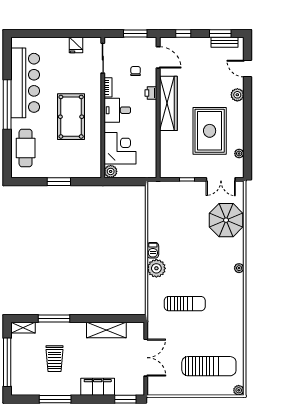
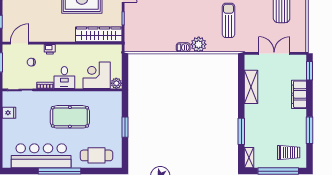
wardrobe: (168, 103) -> (99, 34), moved
trolley: (55, 359) -> (289, 153), moved

